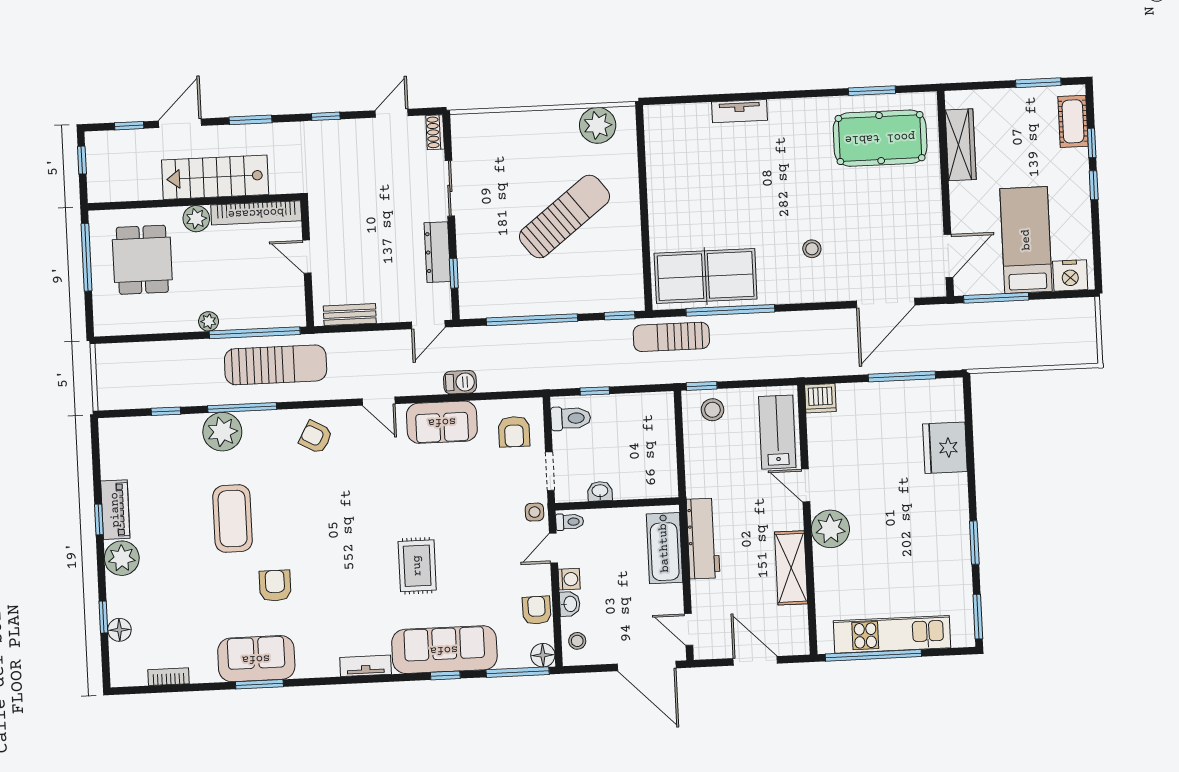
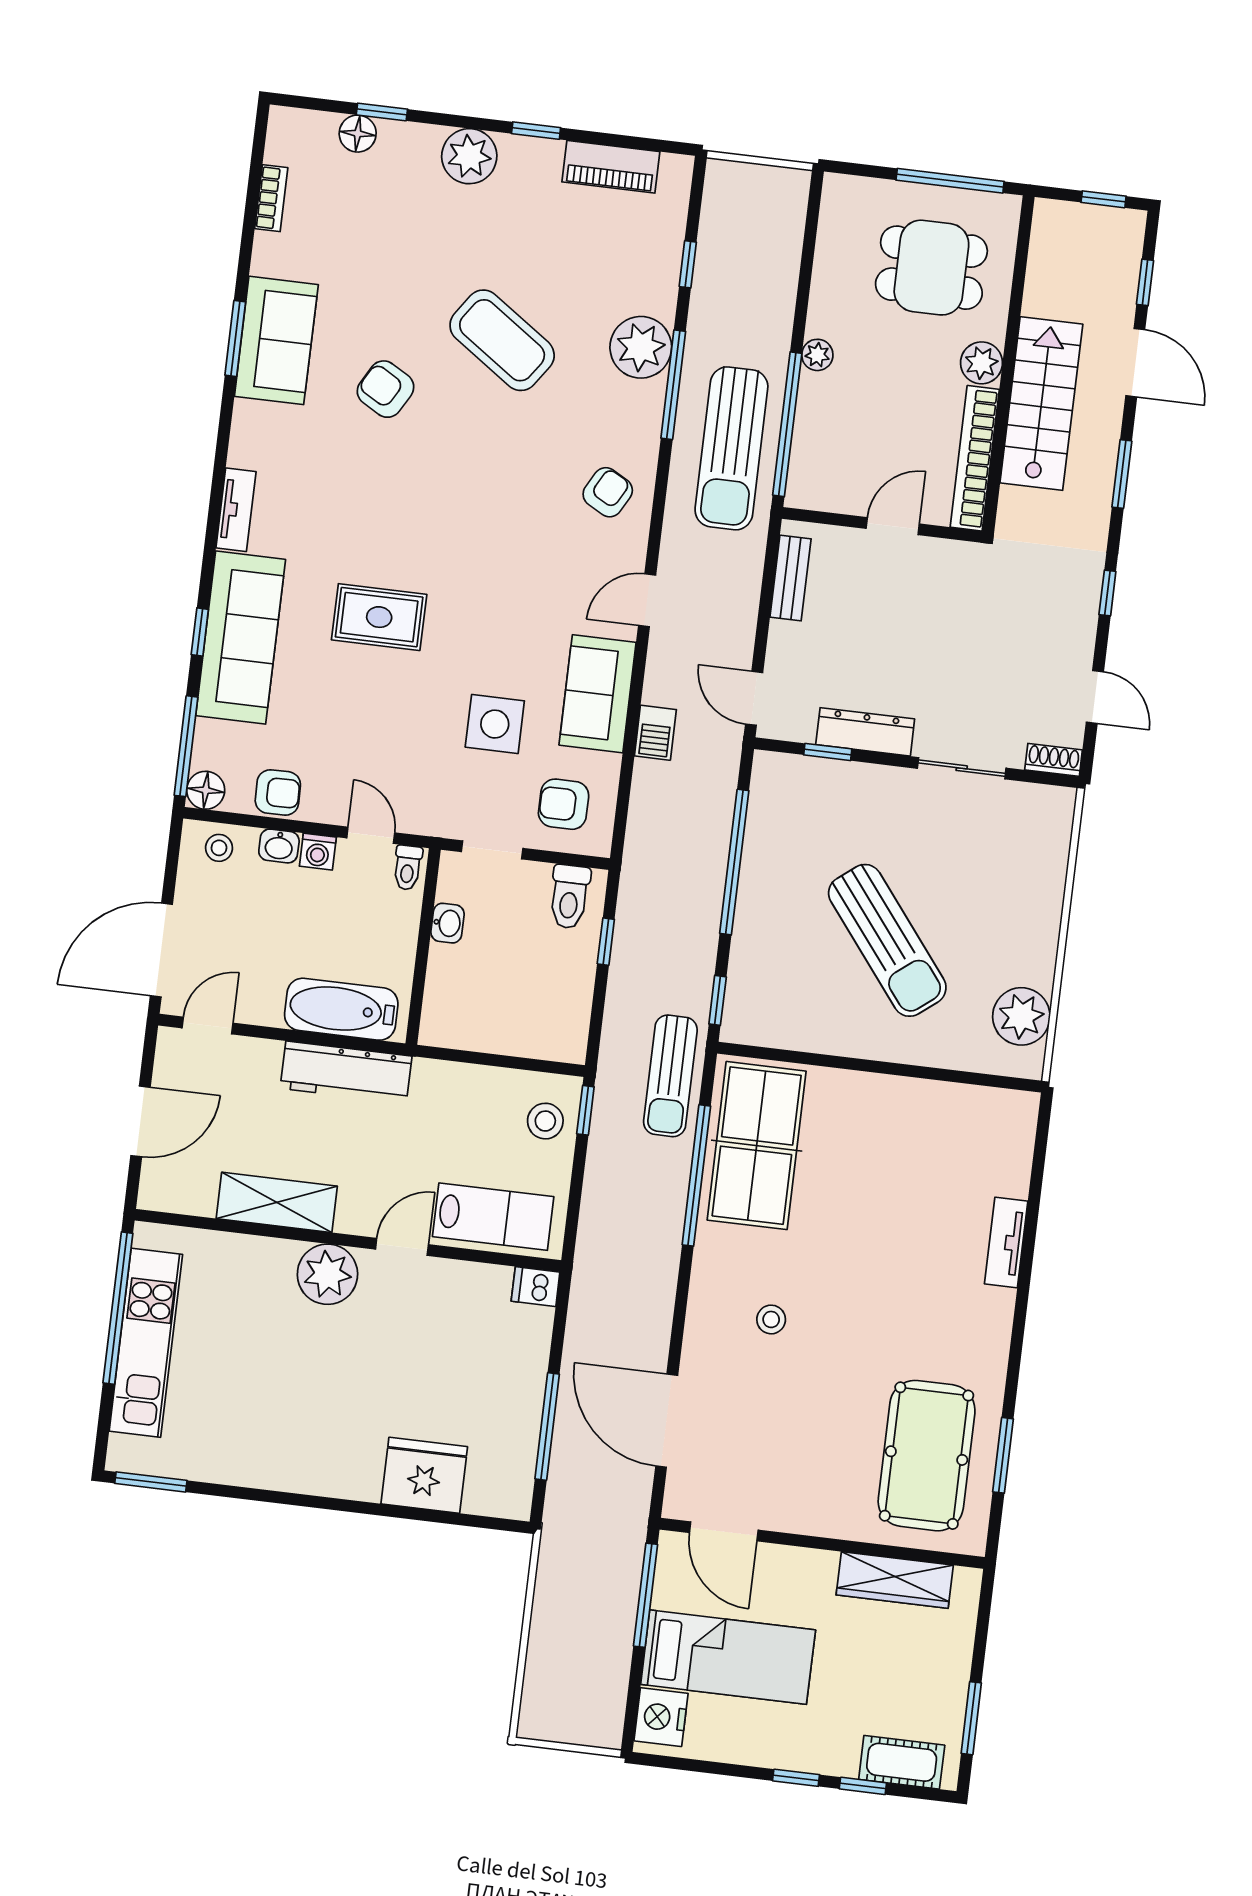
sun lounger: (671, 337) -> (670, 1076), turned 180
dishwasher: (820, 398) -> (536, 1287), width x0.73
piano: (115, 510) -> (611, 167), moved
side table: (534, 512) -> (495, 724), moved, width x1.87, depth x1.87
coffee table: (233, 519) -> (502, 340), turned 35
window: (974, 543) -> (268, 1496), removed
armchair: (275, 586) -> (386, 389), turned -150

